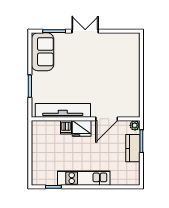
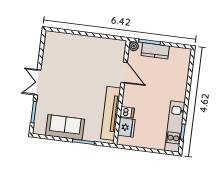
sofa: (43, 52) -> (65, 127), moved
fridge: (82, 128) -> (126, 127), moved
kitchen unit: (84, 178) -> (175, 126), moved

